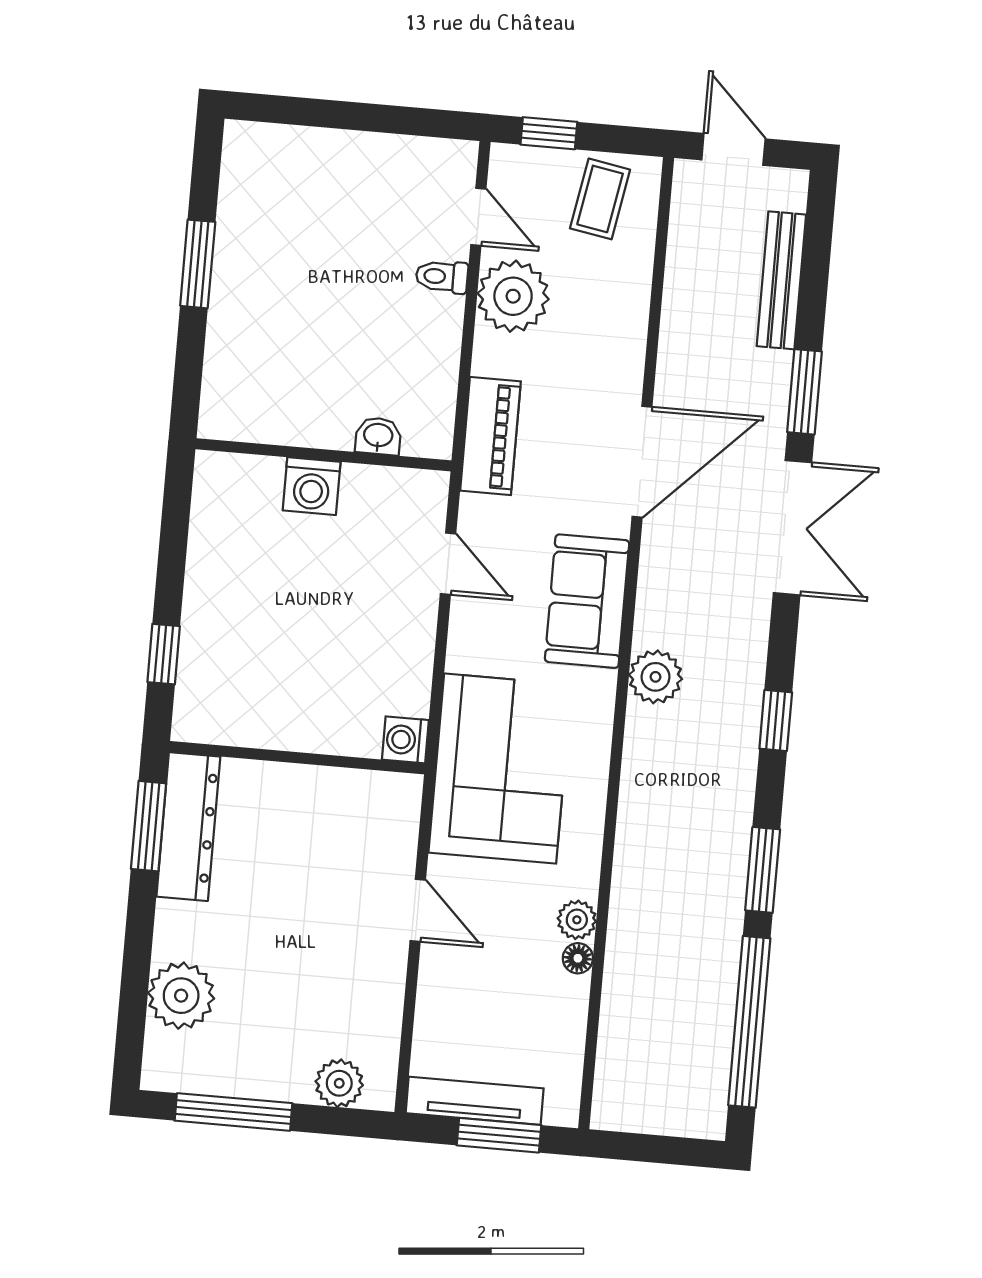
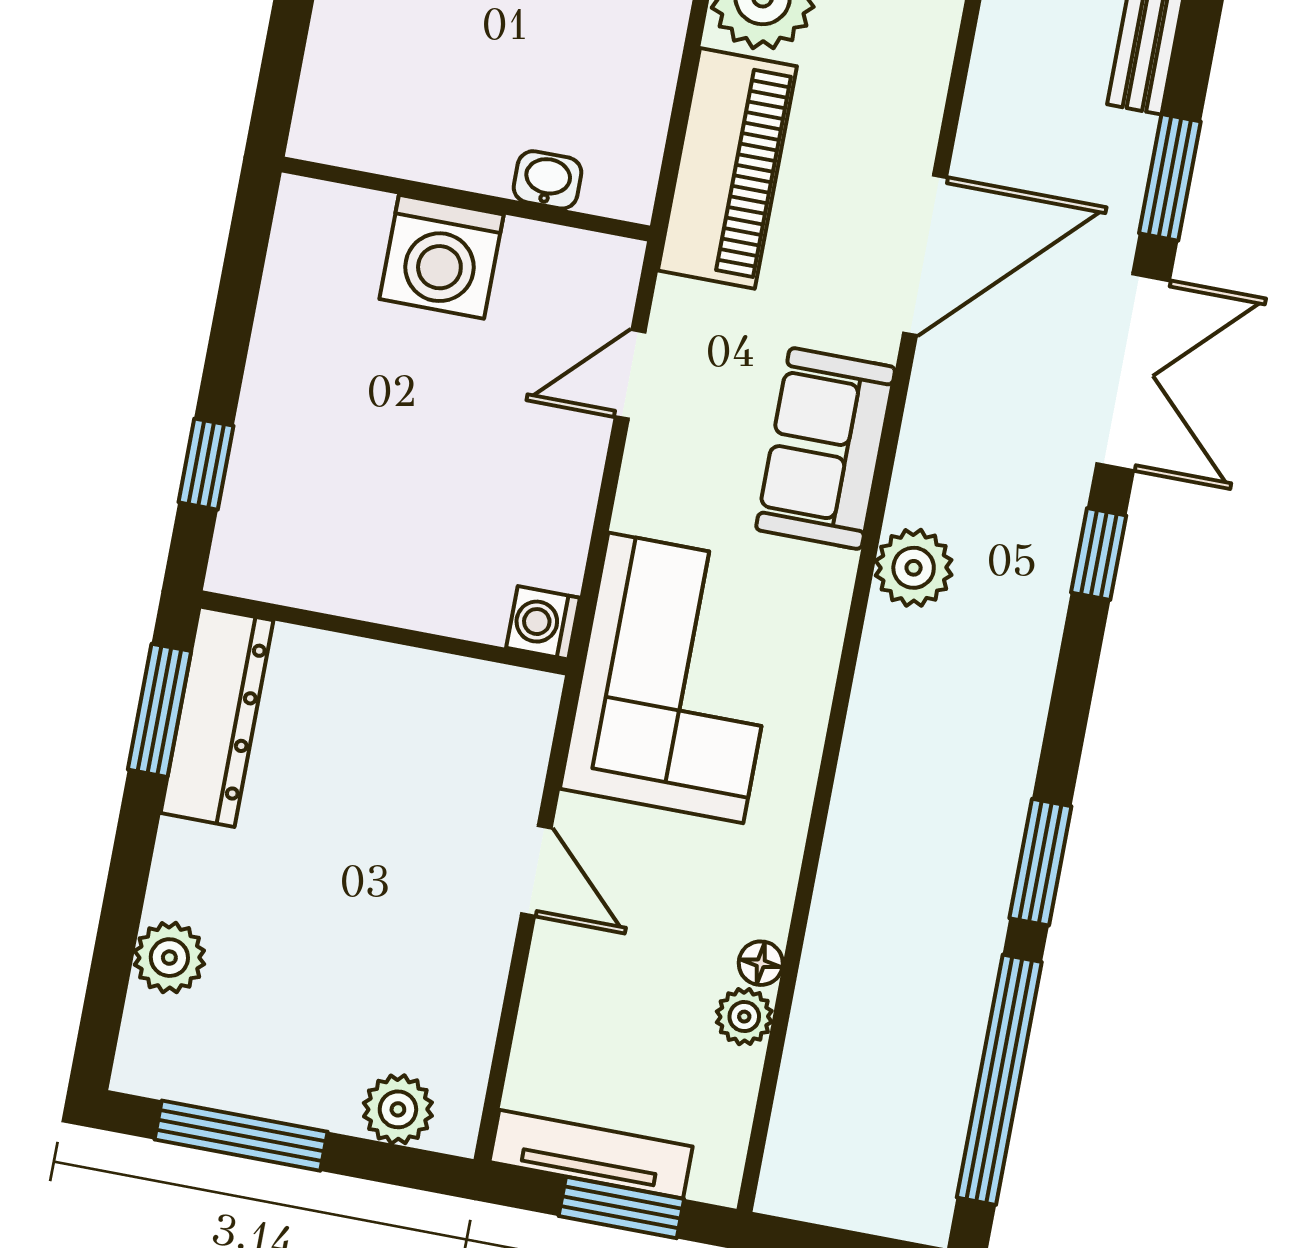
piano: (490, 436) -> (727, 168), width x1.37, depth x1.33
washing machine: (312, 486) -> (441, 257), width x1.37, depth x1.37
door: (448, 564) -> (630, 374), swing flipped
window: (776, 721) -> (1099, 554), moved
plant: (577, 920) -> (744, 1017), moved
plant: (181, 996) -> (169, 958), width x0.73, depth x0.73

